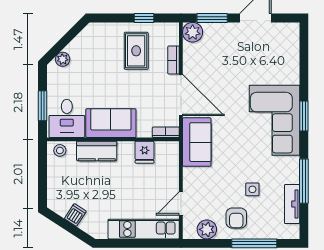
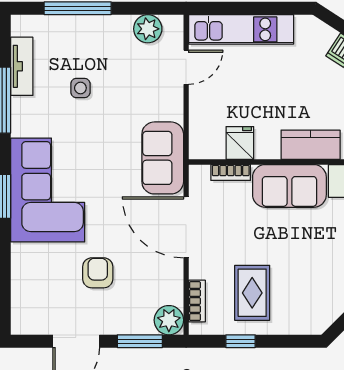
bookcase: (174, 60) -> (197, 301), moved
bookcase: (166, 132) -> (231, 172), moved
armchair: (236, 218) -> (98, 273), moved

